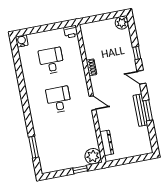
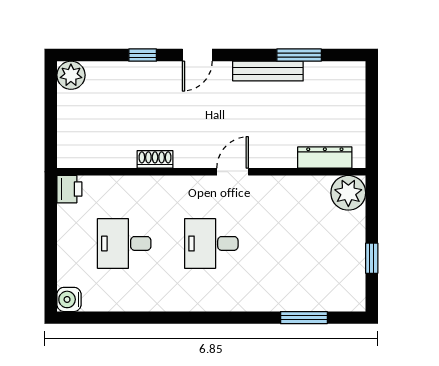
window: (148, 110) -> (299, 55), moved
window: (80, 170) -> (372, 258), moved

